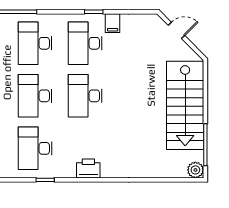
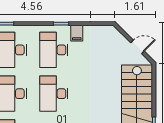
door: (176, 30) -> (137, 47), moved

